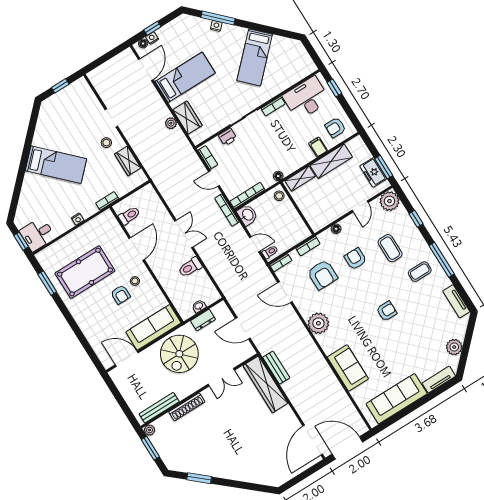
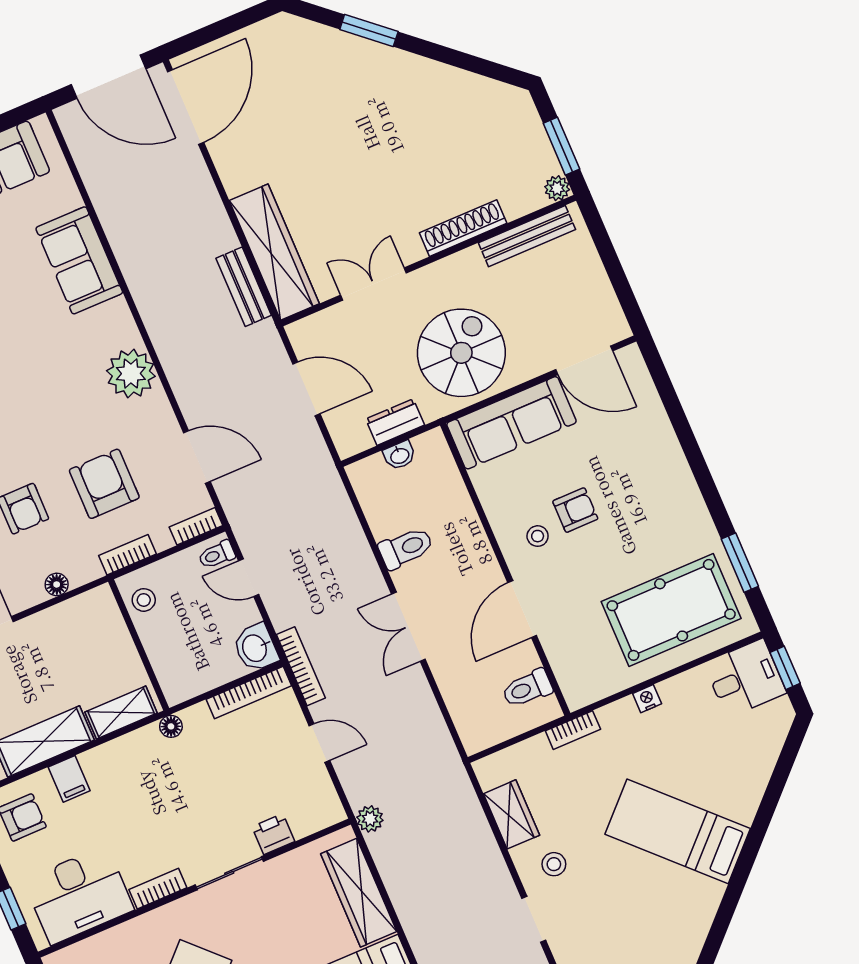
wardrobe: (187, 118) -> (359, 893), width x1.50
plant: (171, 123) -> (370, 819), moved
bookcase: (208, 158) -> (326, 794), removed
stool: (279, 196) -> (144, 600), moved
pool table: (85, 272) -> (671, 610), moved
armchair: (121, 295) -> (575, 510), turned 90
window: (199, 478) -> (369, 31), moved

